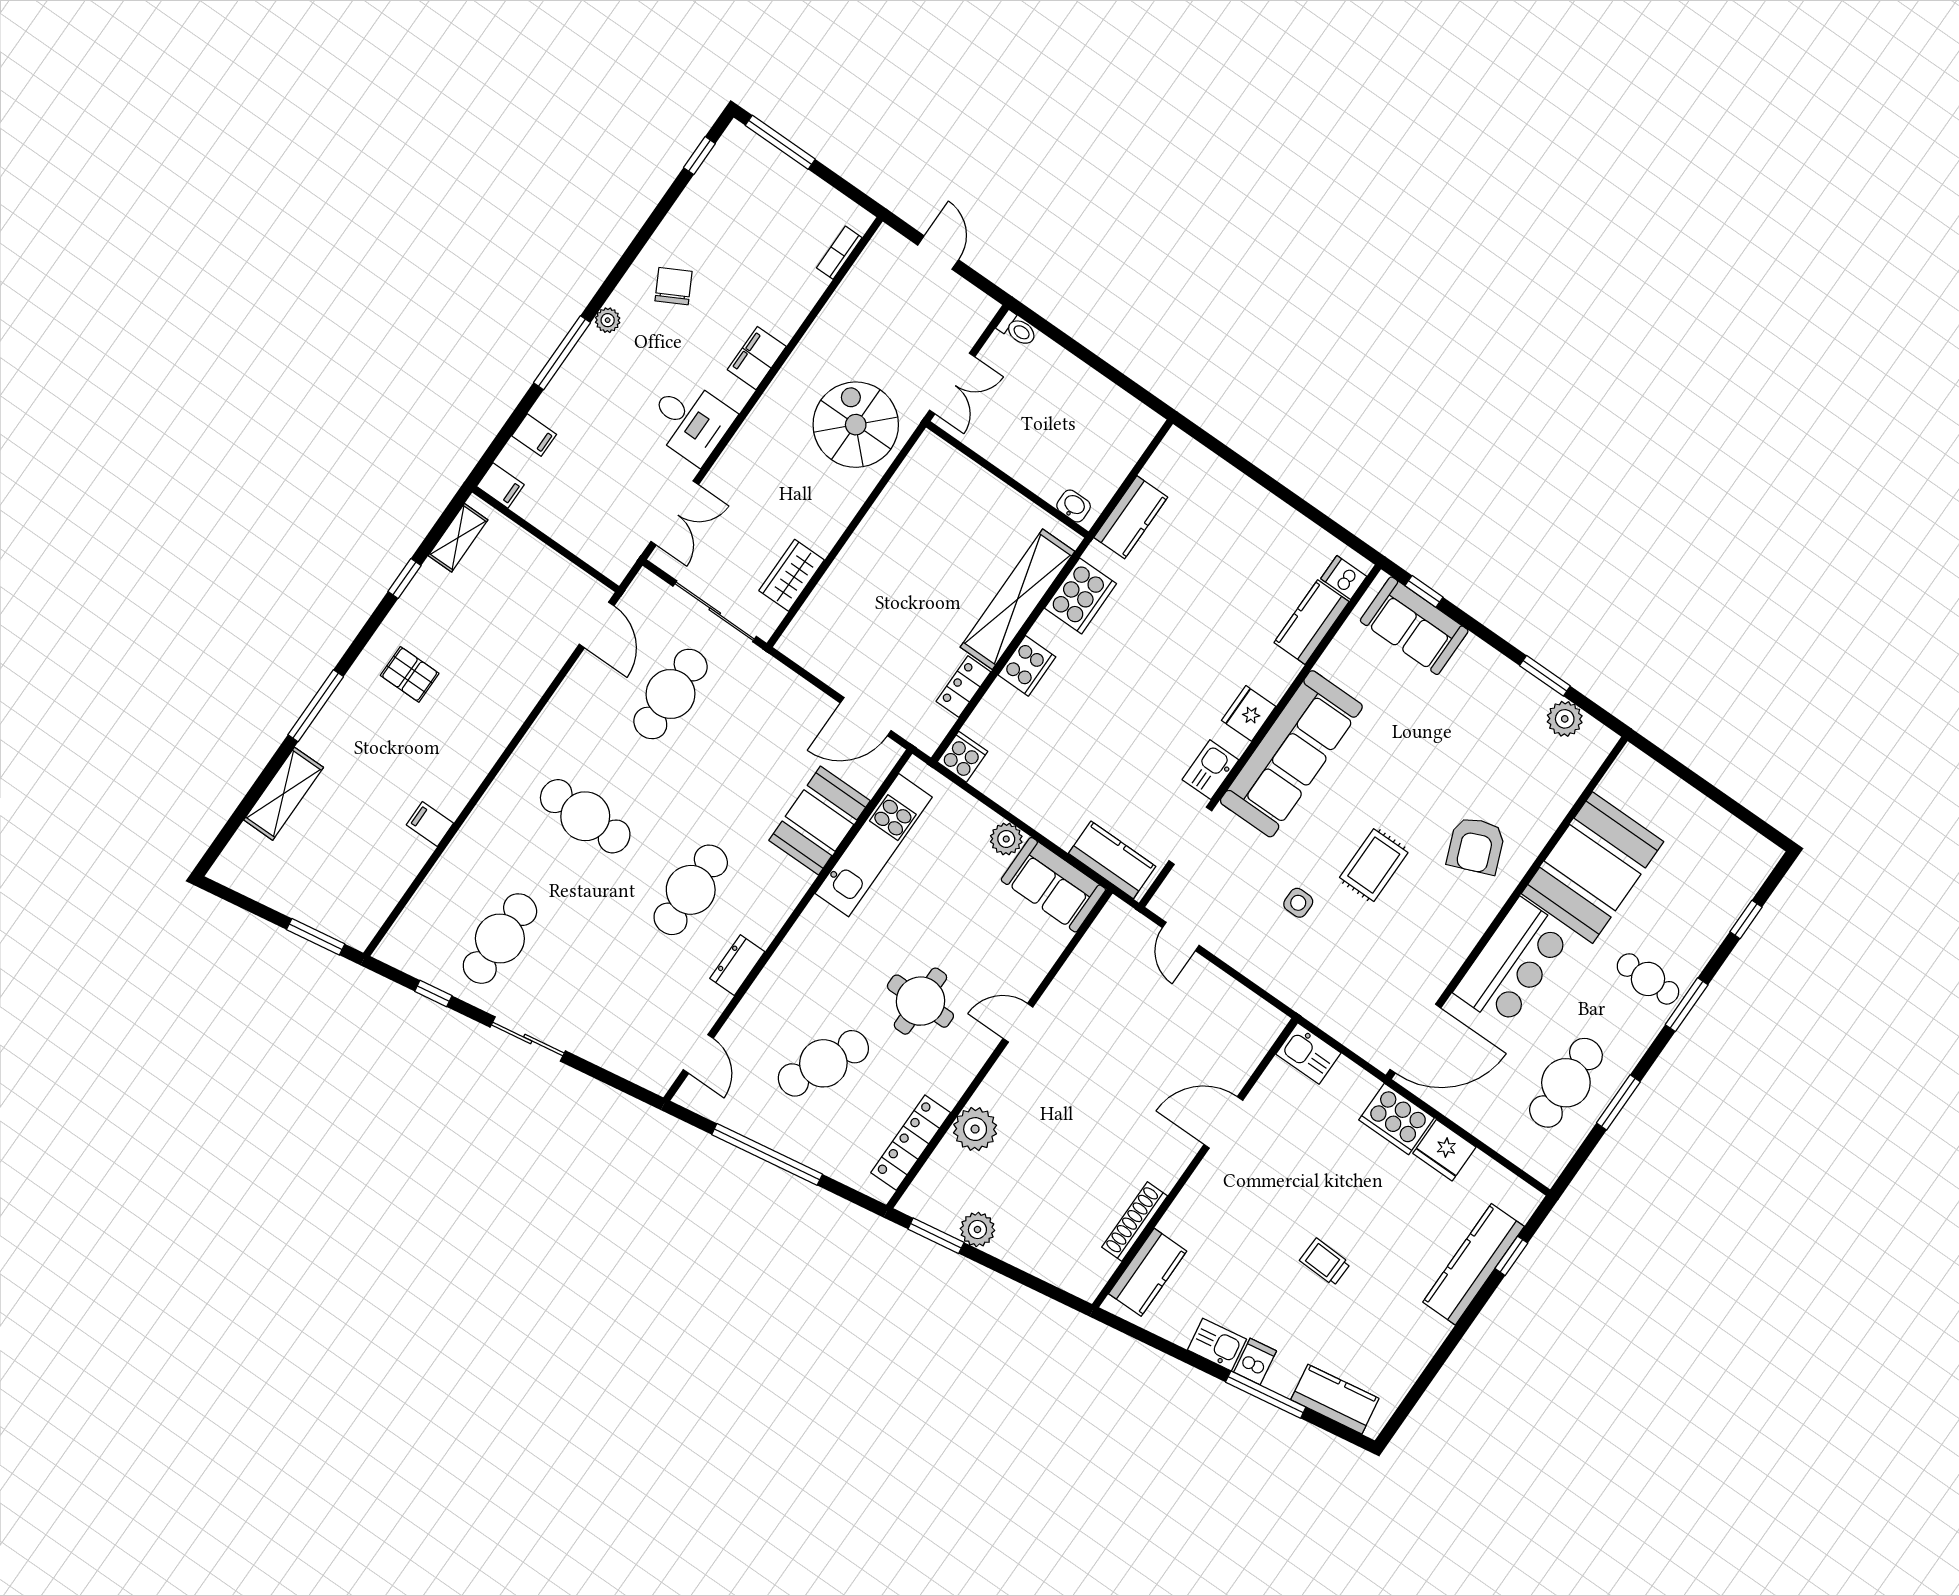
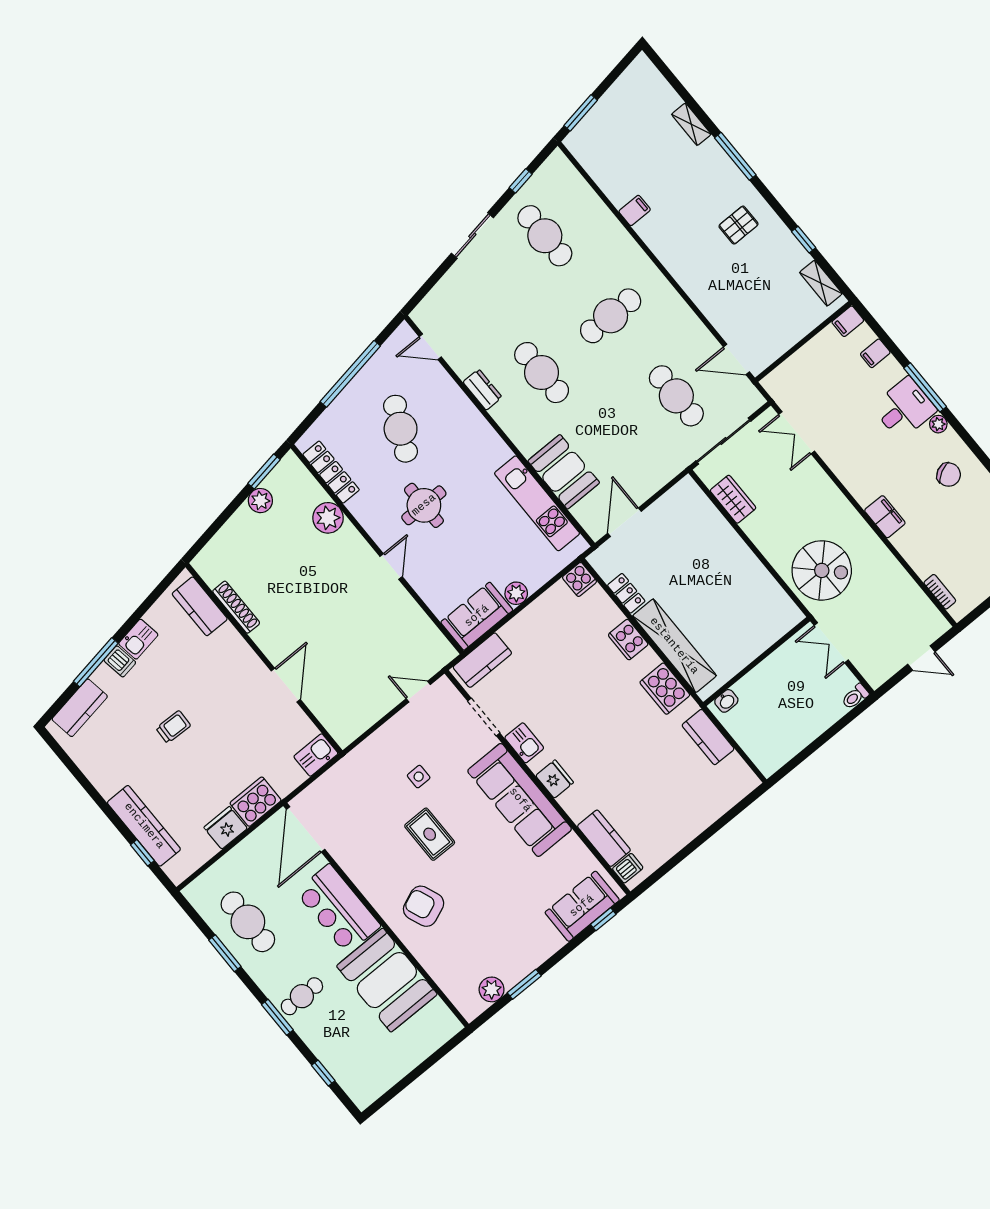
desk: (690, 421) -> (904, 408), moved, turned 180
shelving: (284, 794) -> (691, 124), width x0.67, depth x0.75

